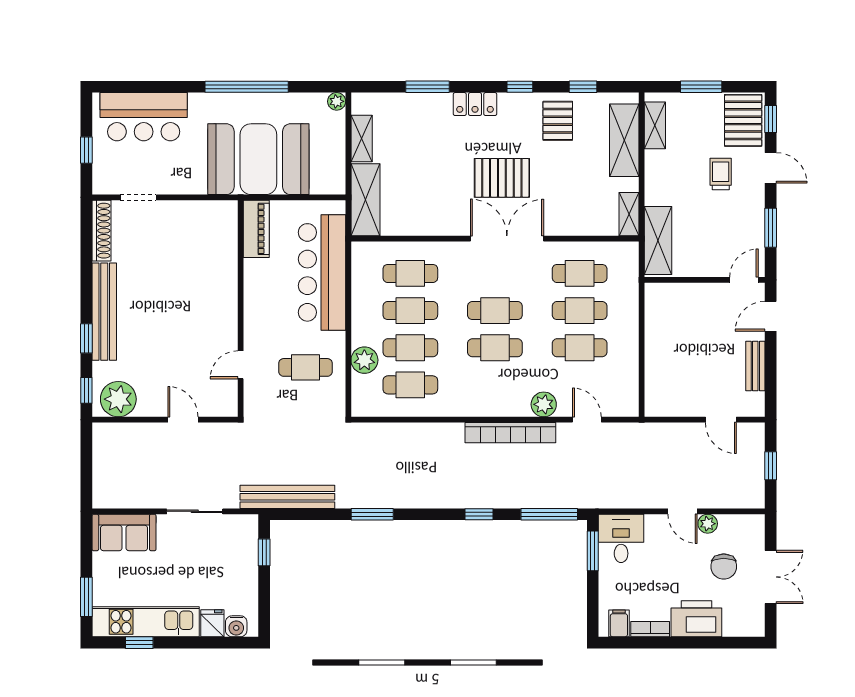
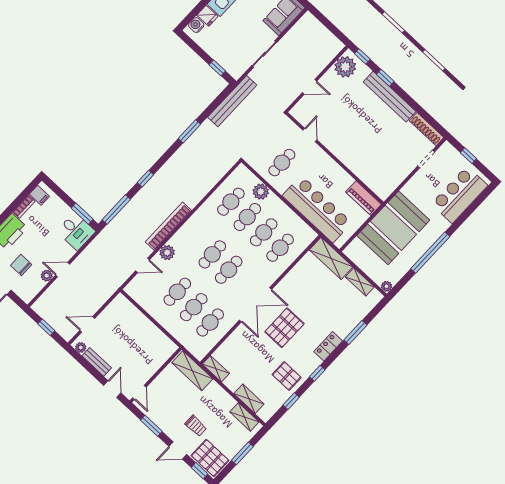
shelving: (624, 140) -> (249, 399), width x0.67, depth x0.75
plant: (756, 401) -> (81, 348), added

